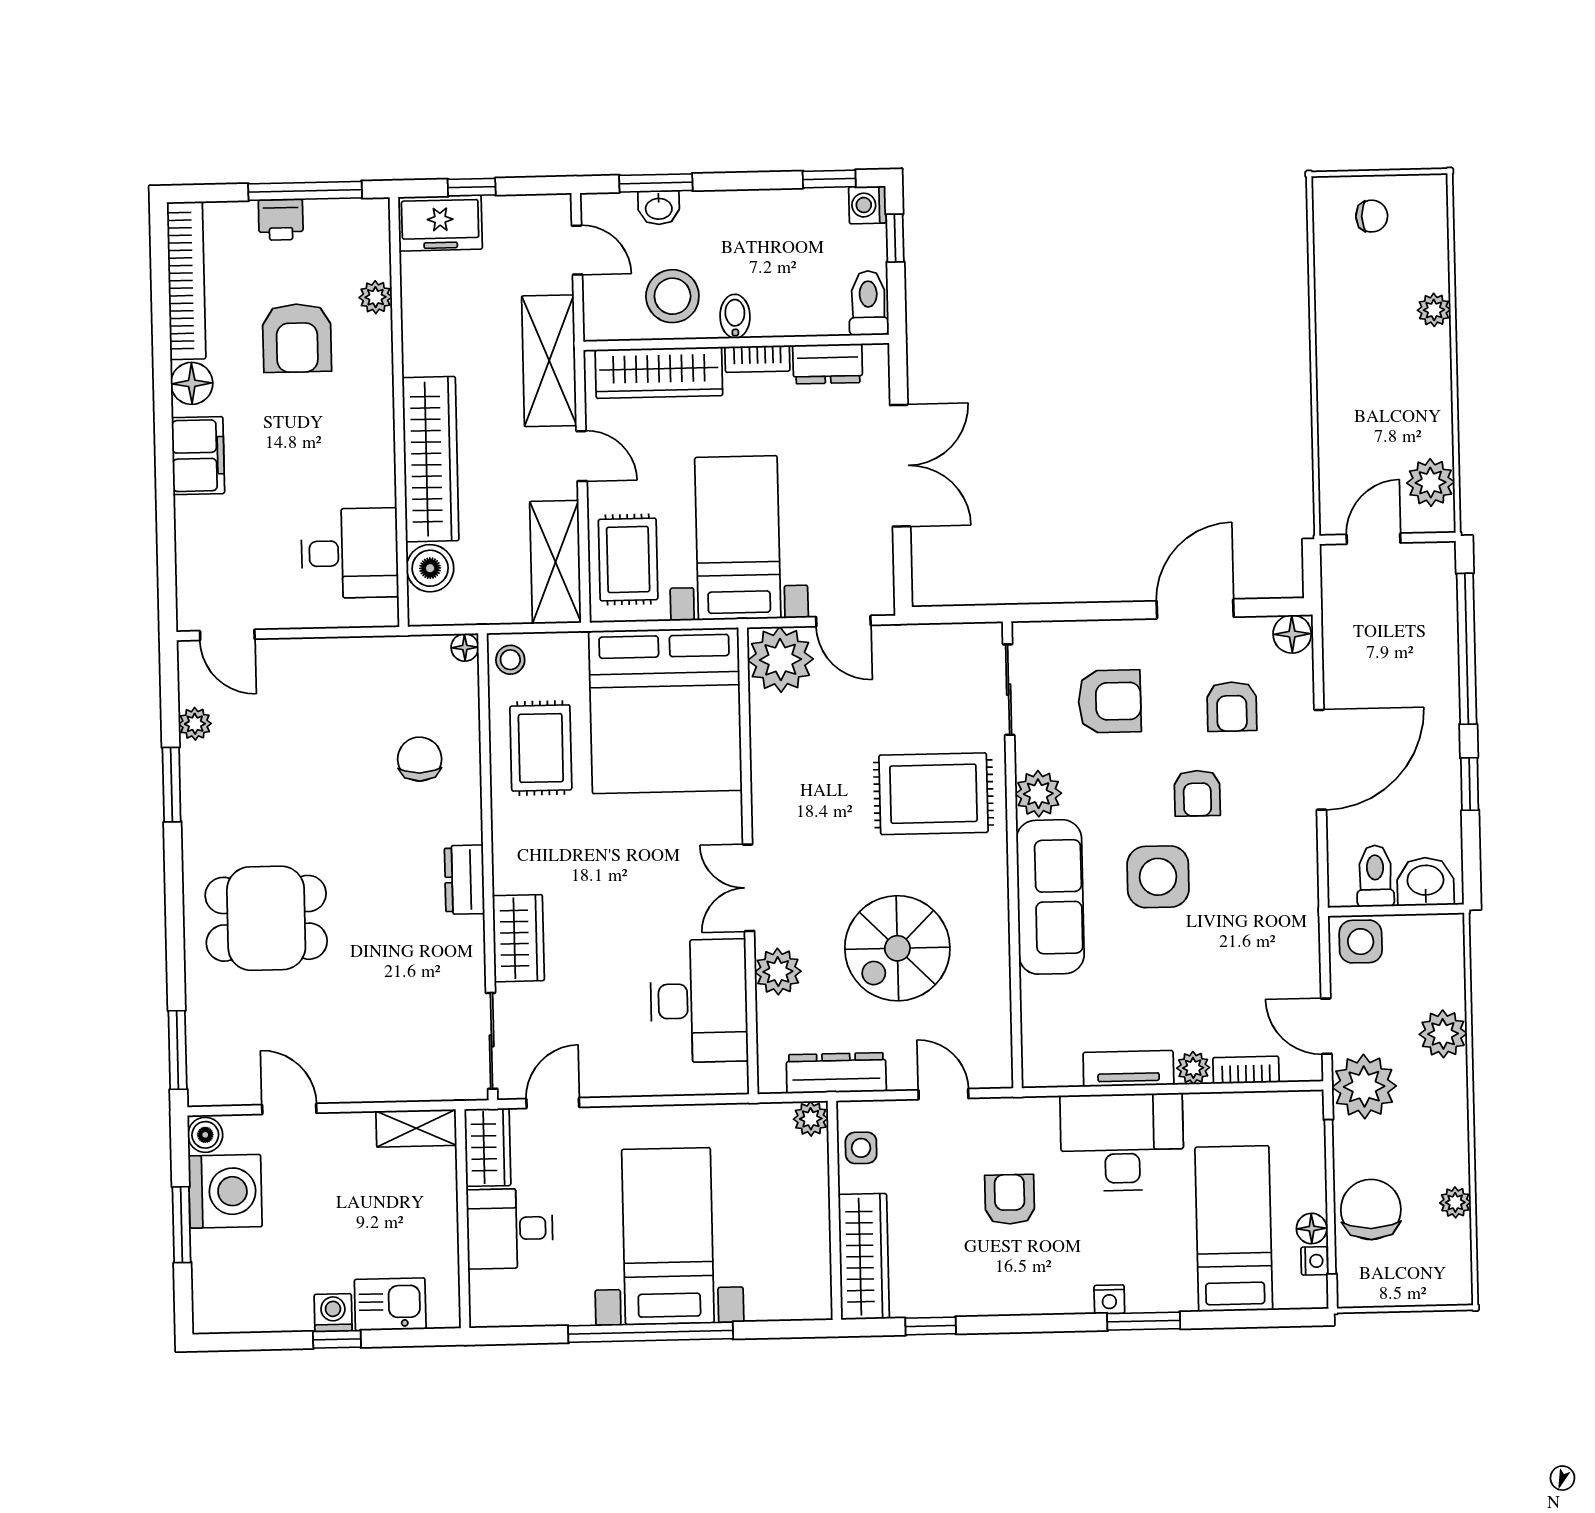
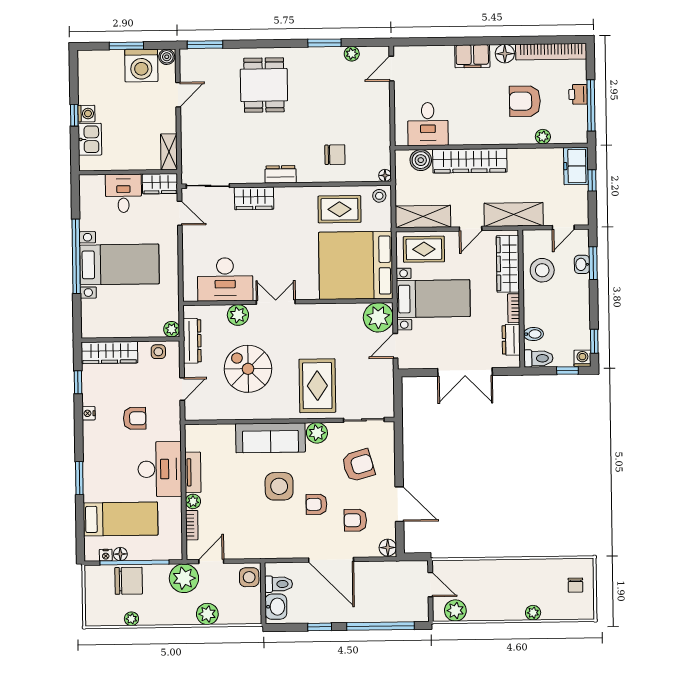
bidet: (735, 316) -> (533, 334), moved
armchair: (1110, 701) -> (358, 465), turned -106
nightstand: (1109, 1299) -> (89, 413), moved

